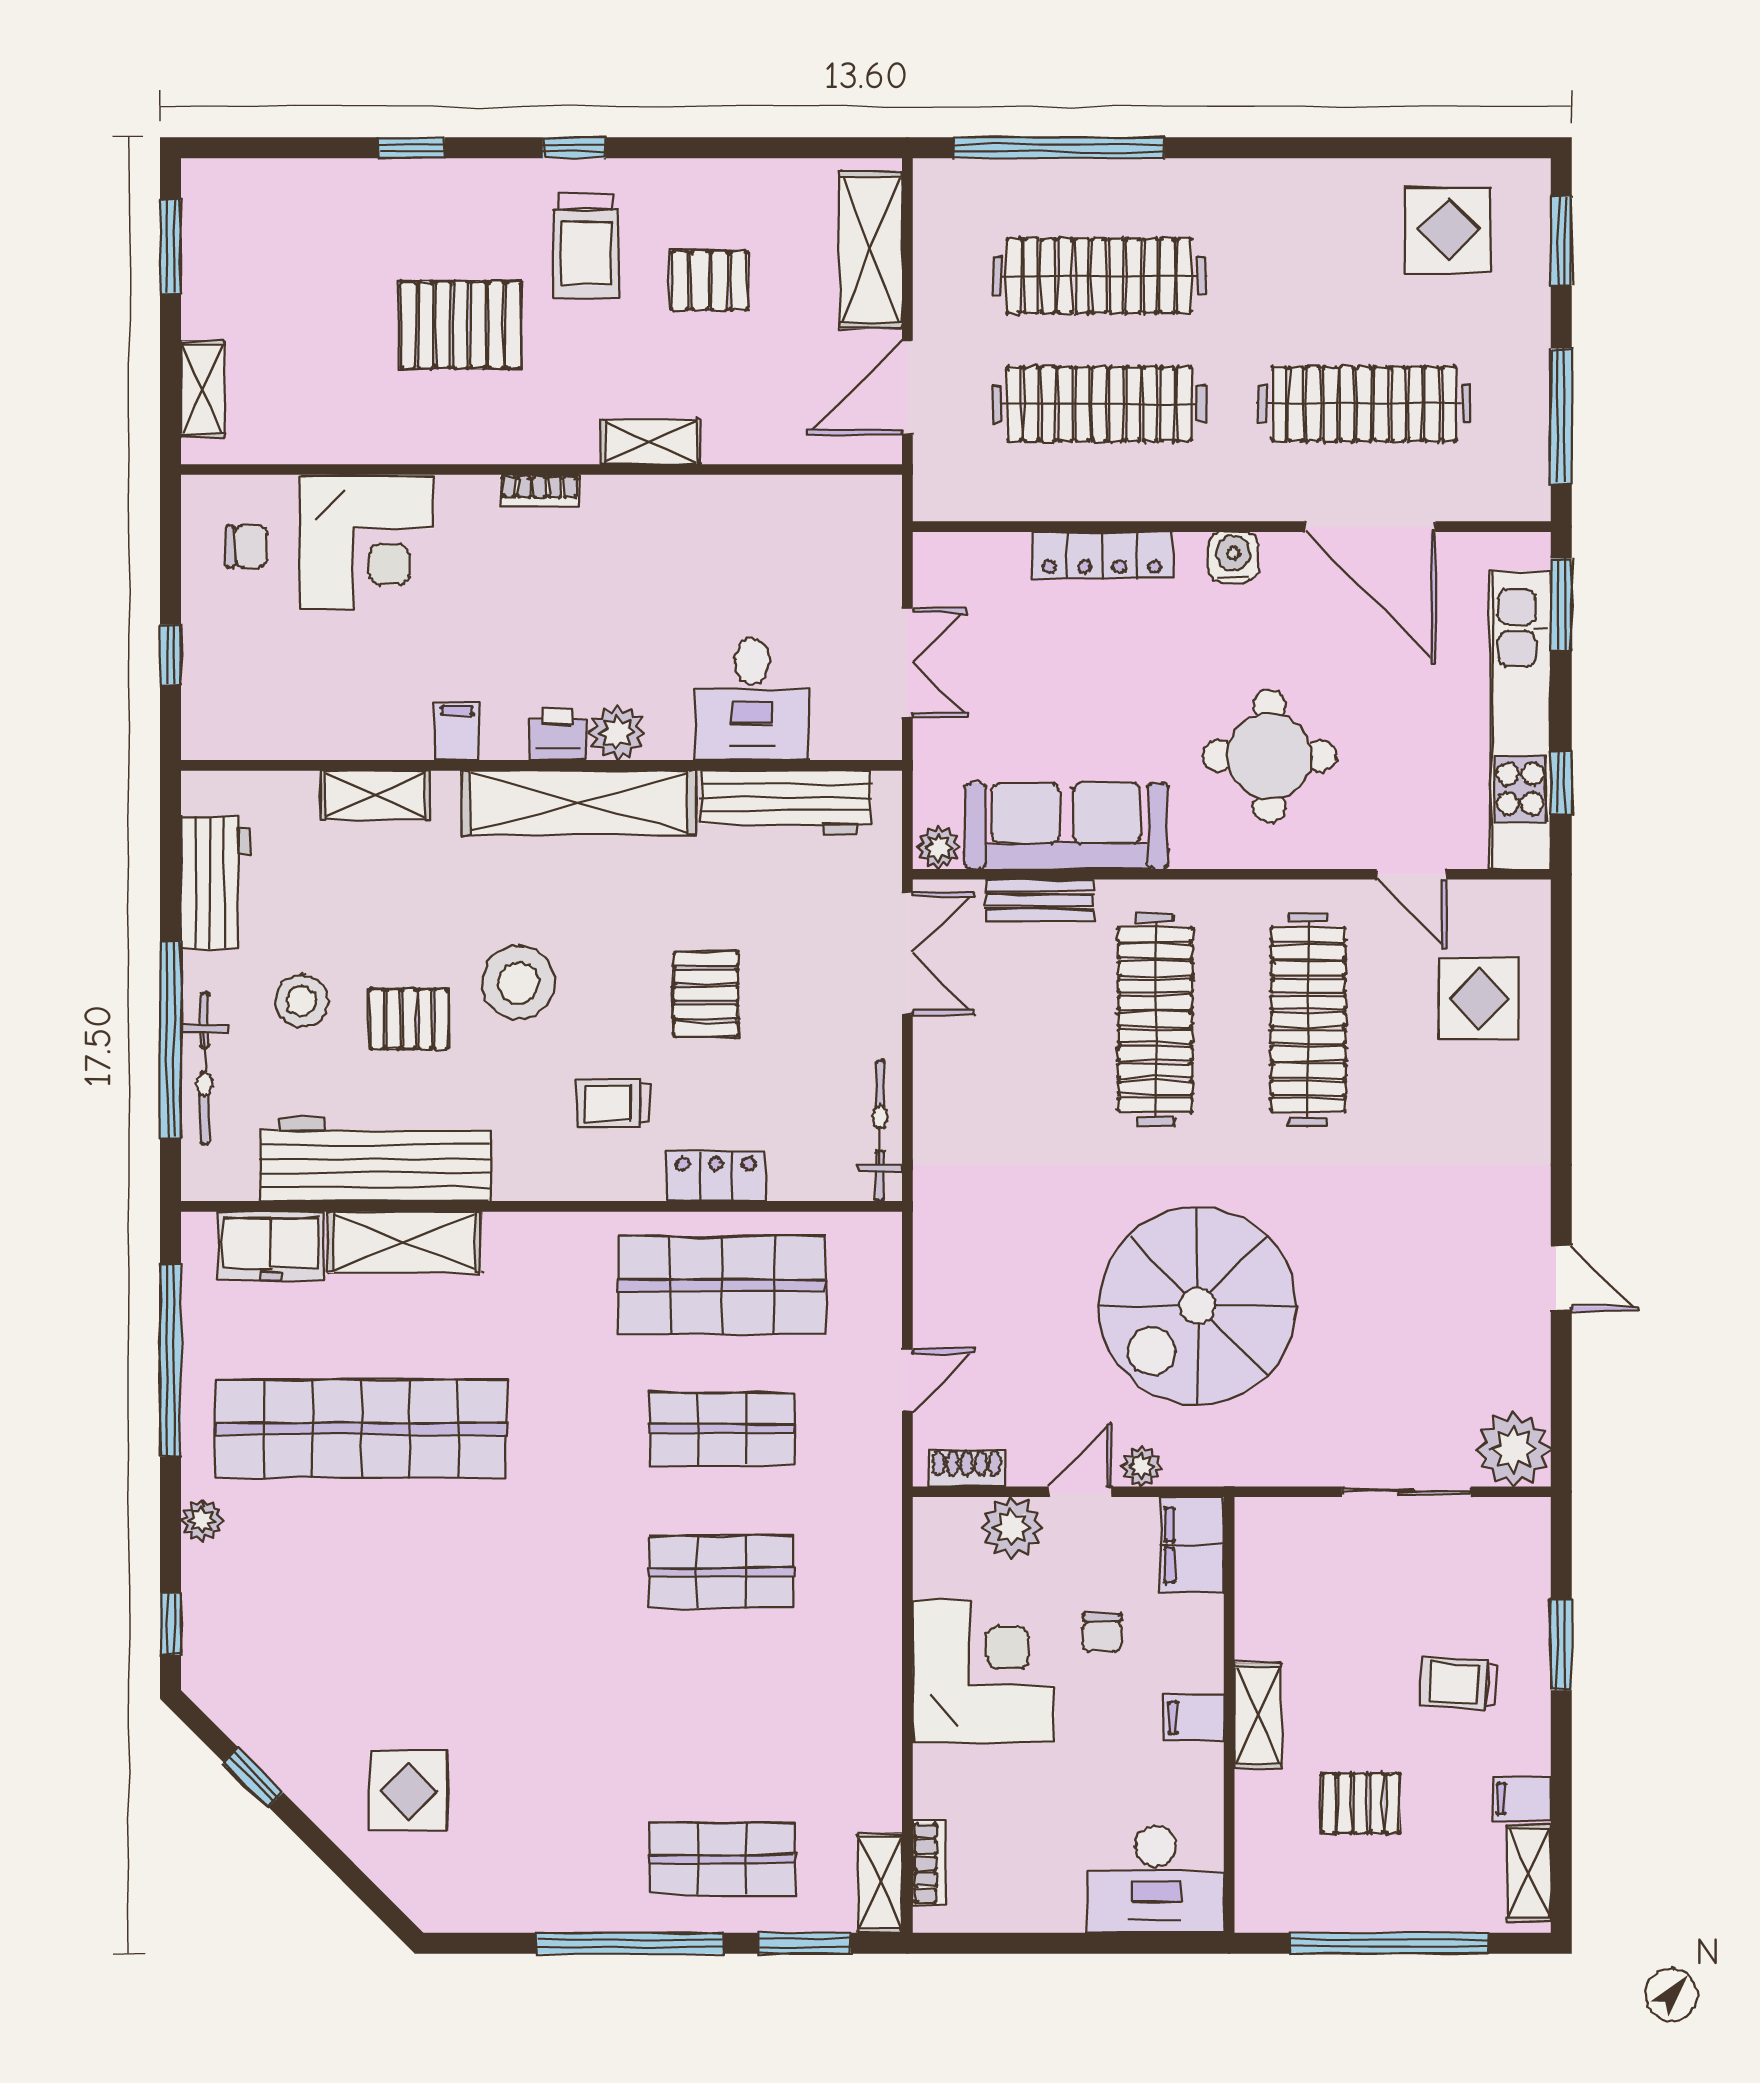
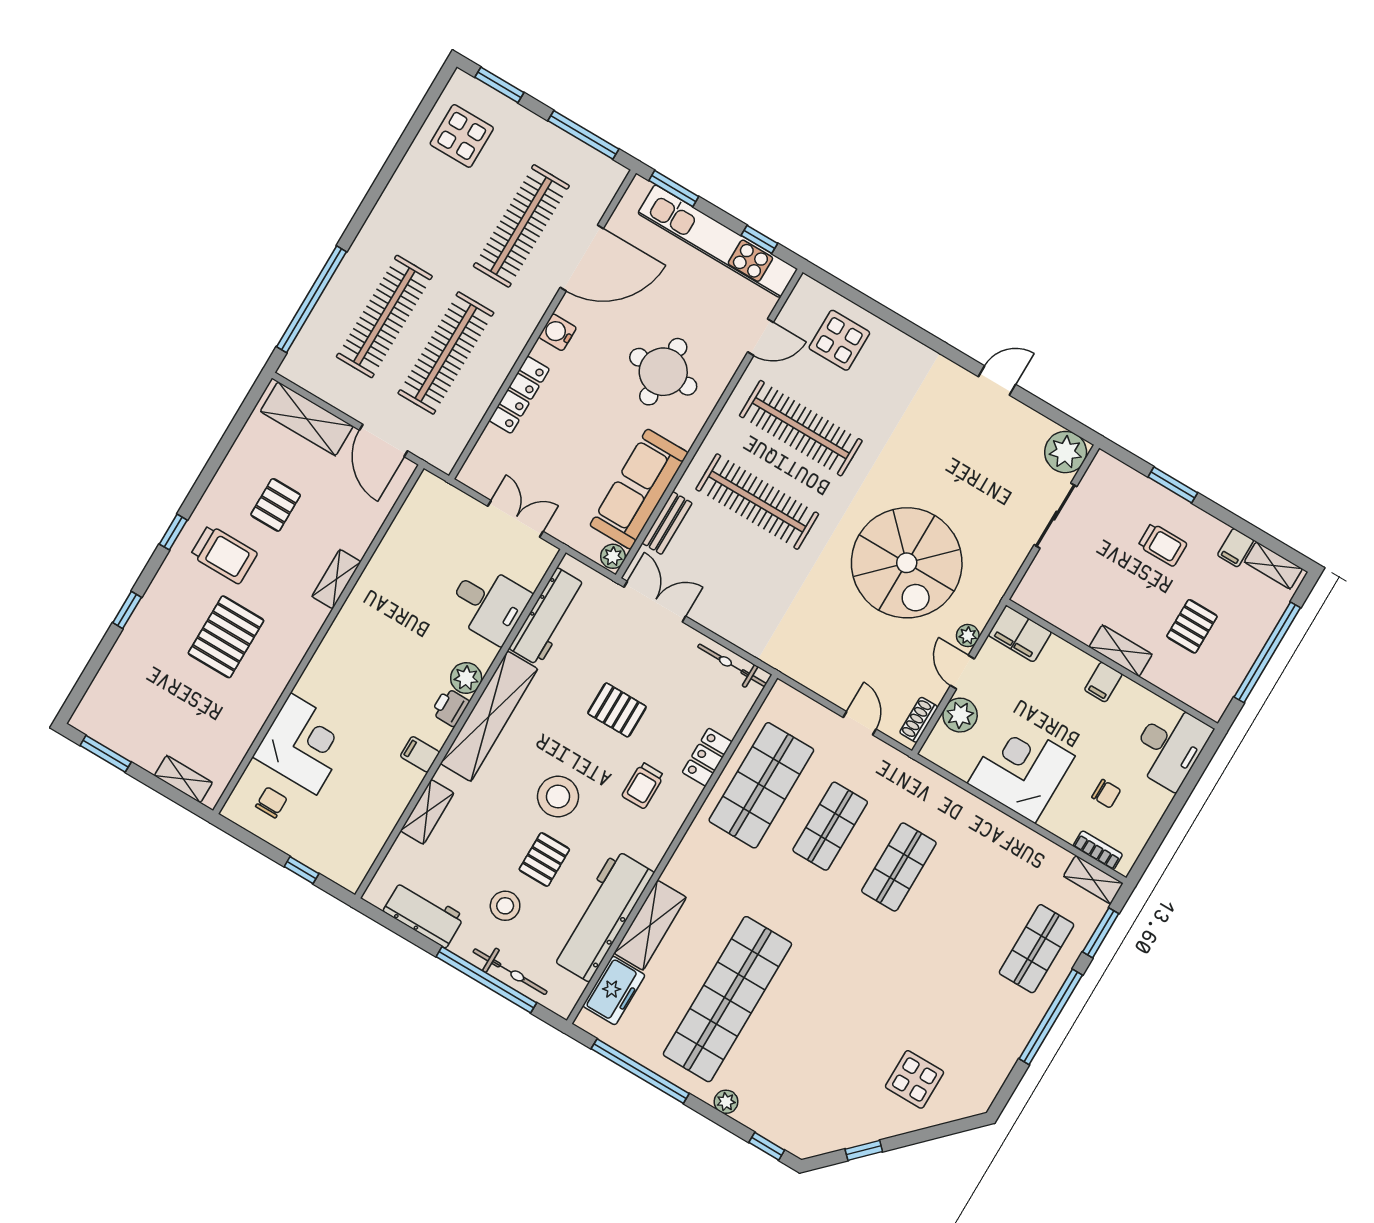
bookcase: (540, 491) -> (328, 646), removed
chair: (1102, 1633) -> (1106, 794), moved
trolley: (1460, 1684) -> (1163, 545), turned -93

